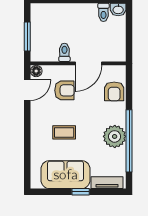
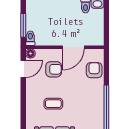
toilet: (64, 52) -> (30, 38), moved
armchair: (114, 91) -> (94, 70), turned 180
plant: (115, 136) -> (95, 107), removed

